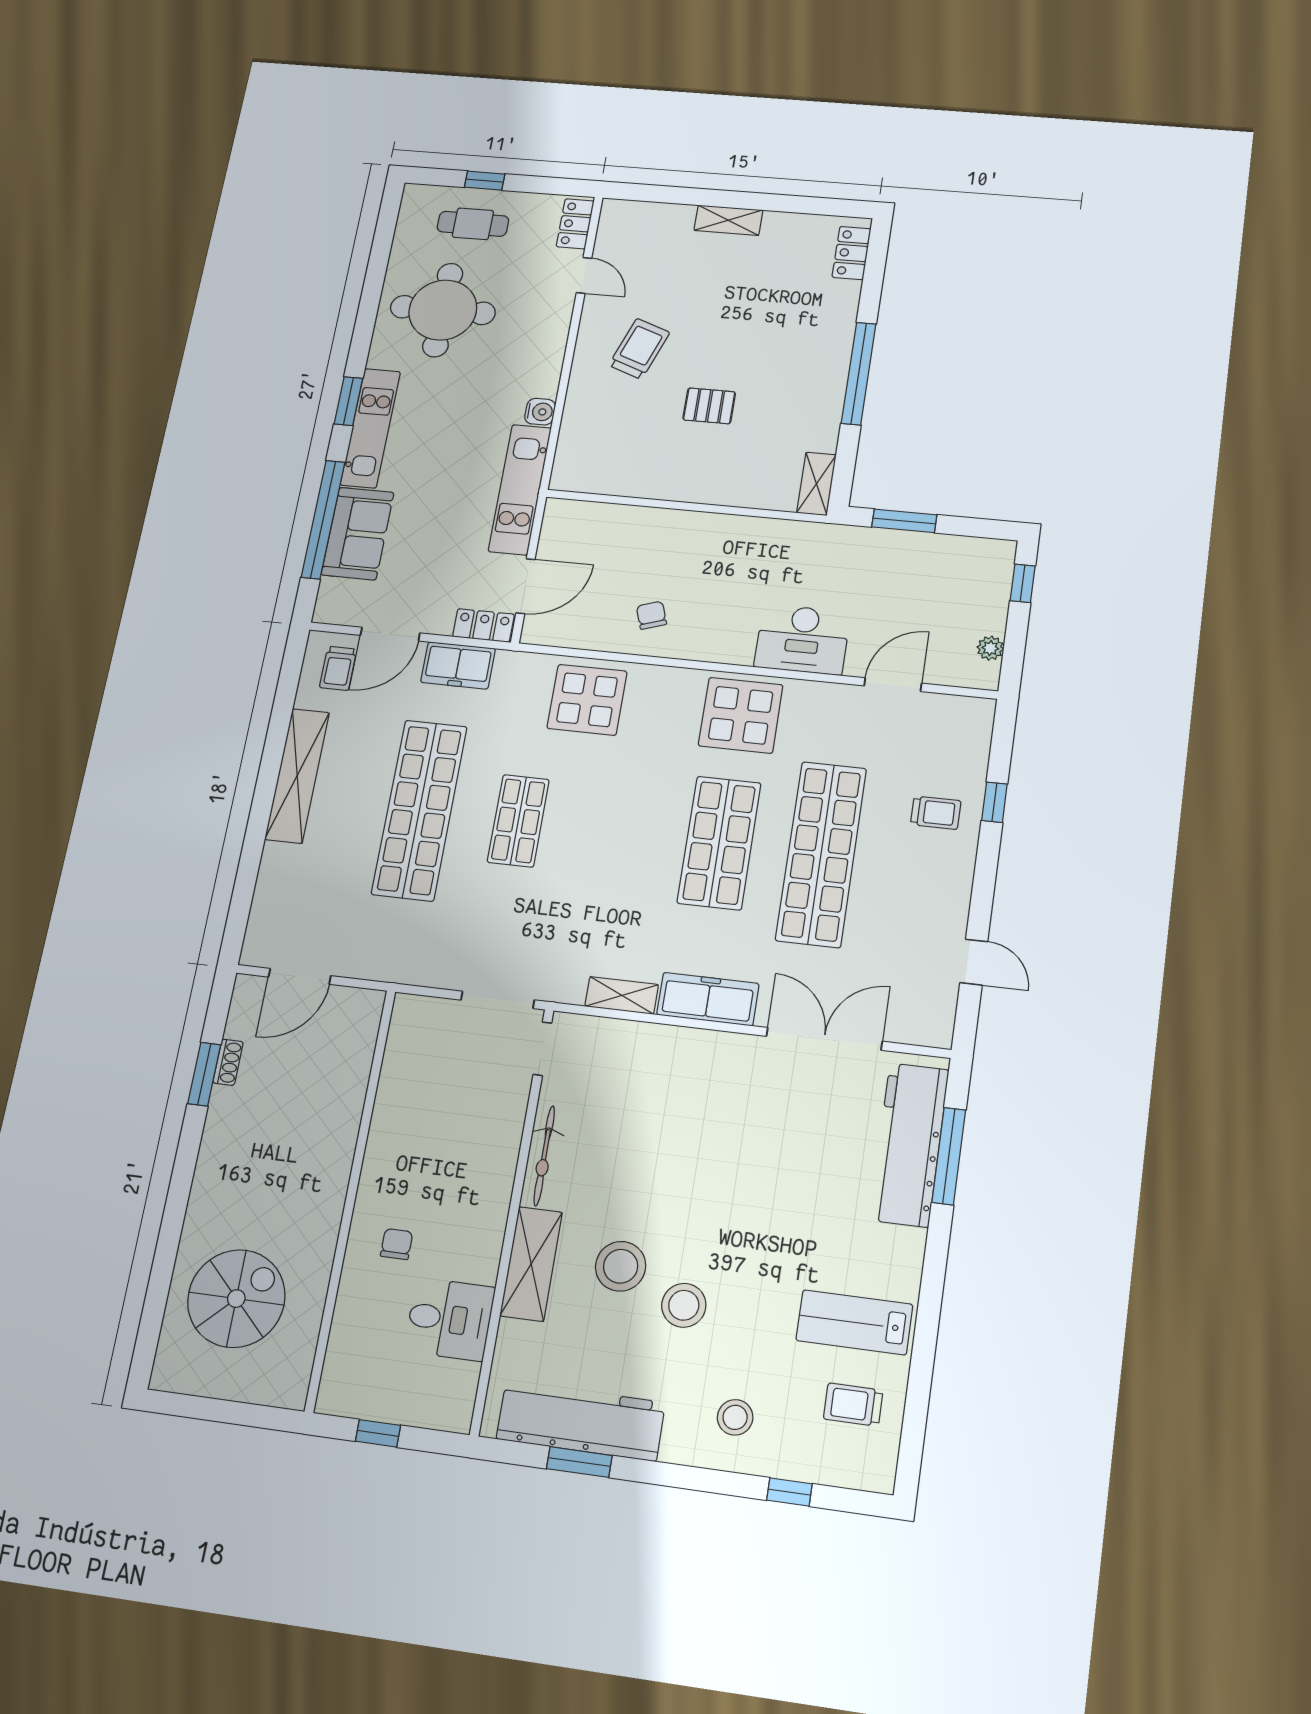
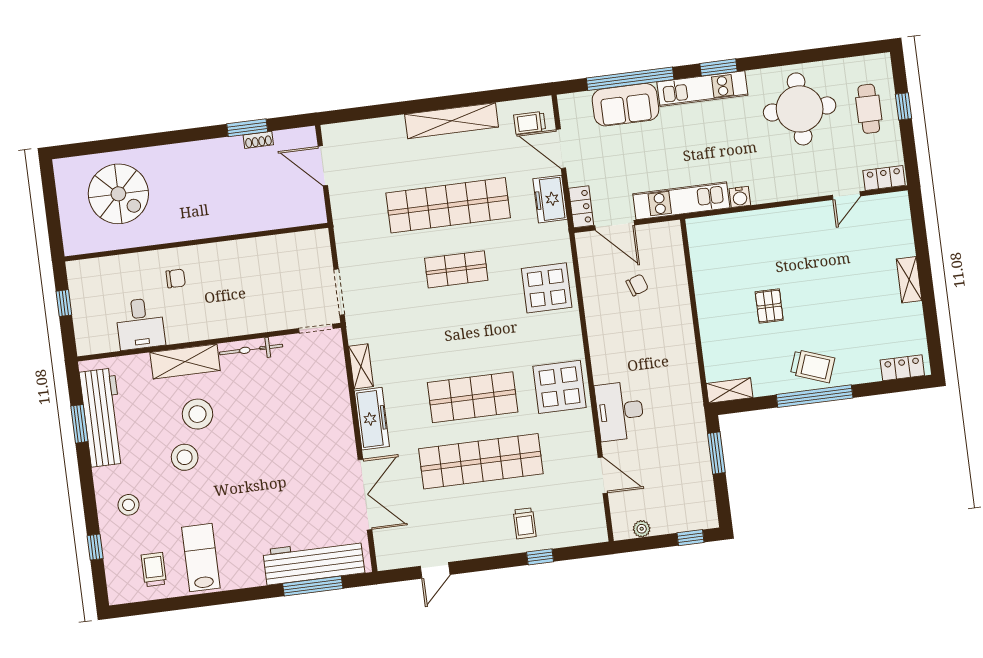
trolley: (639, 349) -> (813, 366), moved
chair: (651, 615) -> (637, 285), moved

